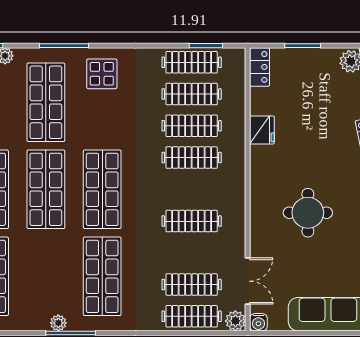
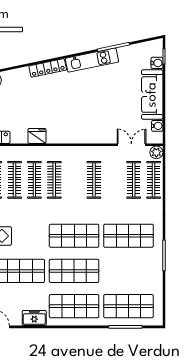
round table: (308, 213) -> (89, 107), removed
water cooler: (258, 322) -> (157, 126), moved
plant: (58, 323) -> (158, 263), removed

